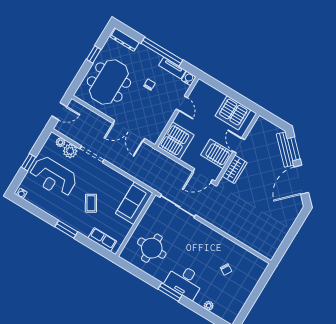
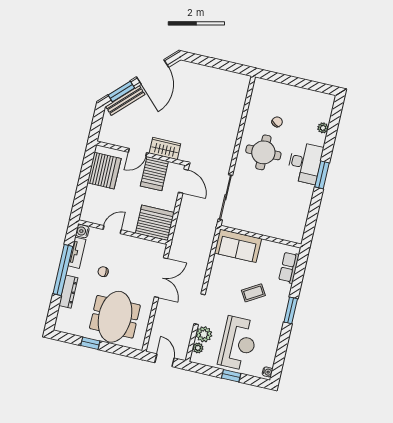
dresser: (125, 40) -> (68, 292), moved
meeting table: (109, 82) -> (115, 317), turned 90
door: (301, 180) -> (152, 72), hinge flipped
round table: (152, 248) -> (263, 152), moved

